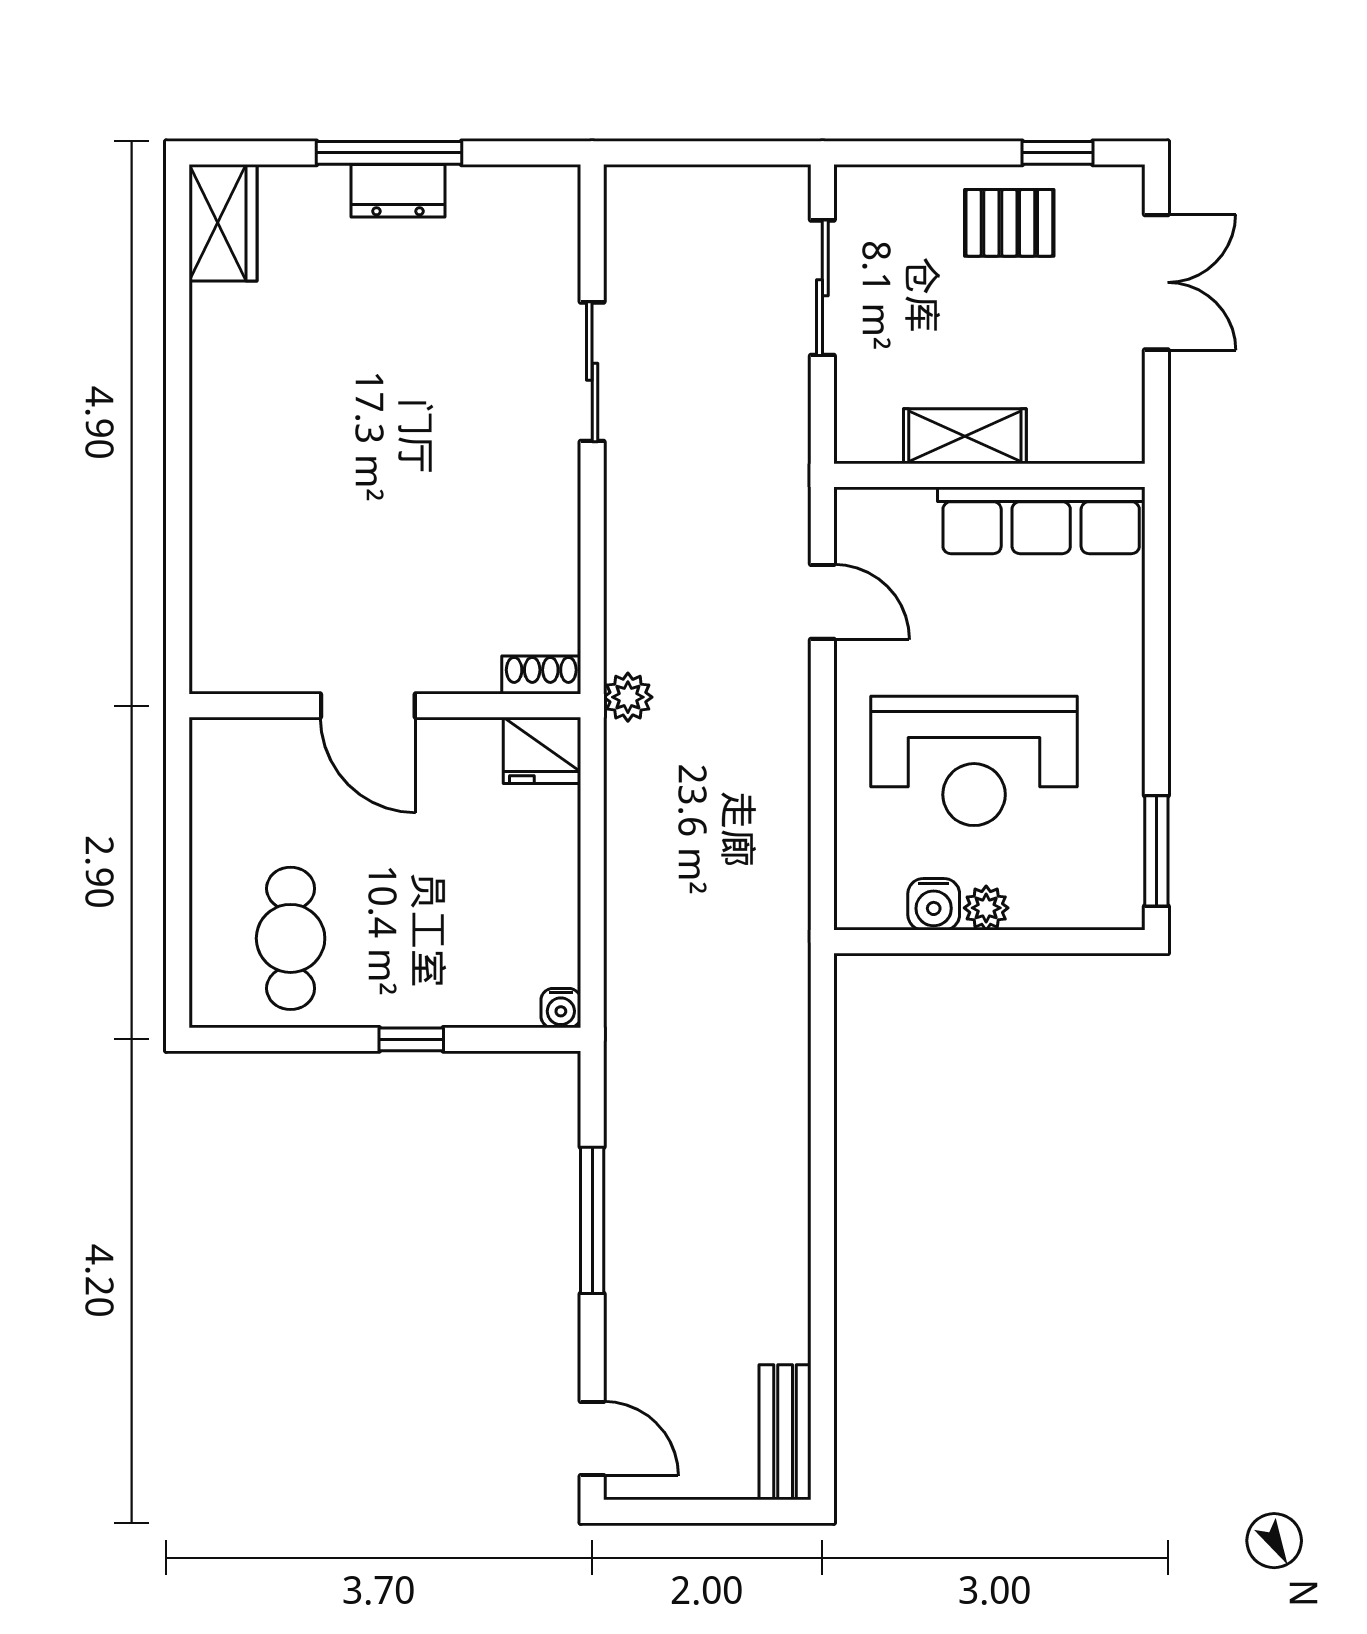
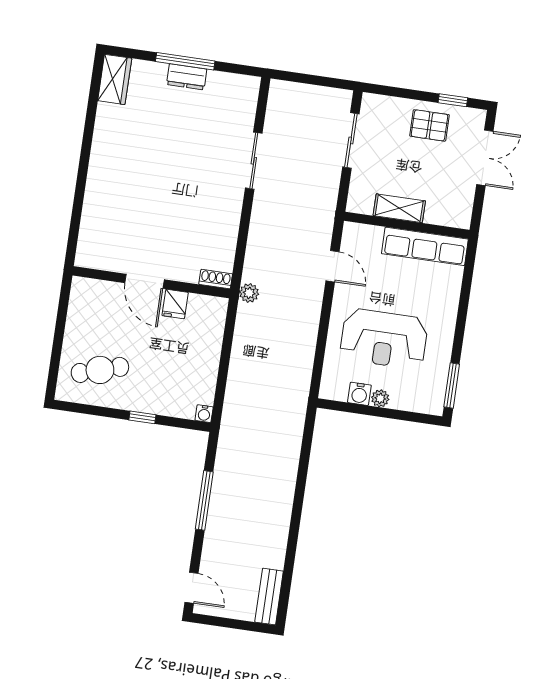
fridge: (542, 750) -> (175, 304), moved, width x0.72
cafe table: (291, 938) -> (100, 370), turned 73

